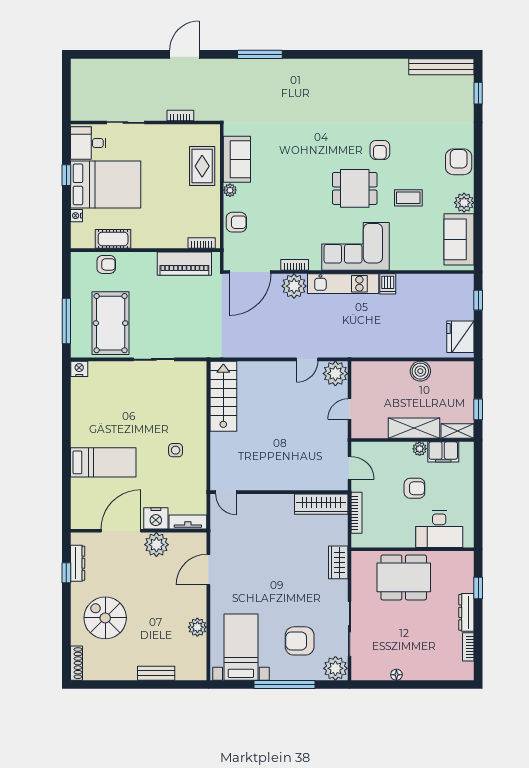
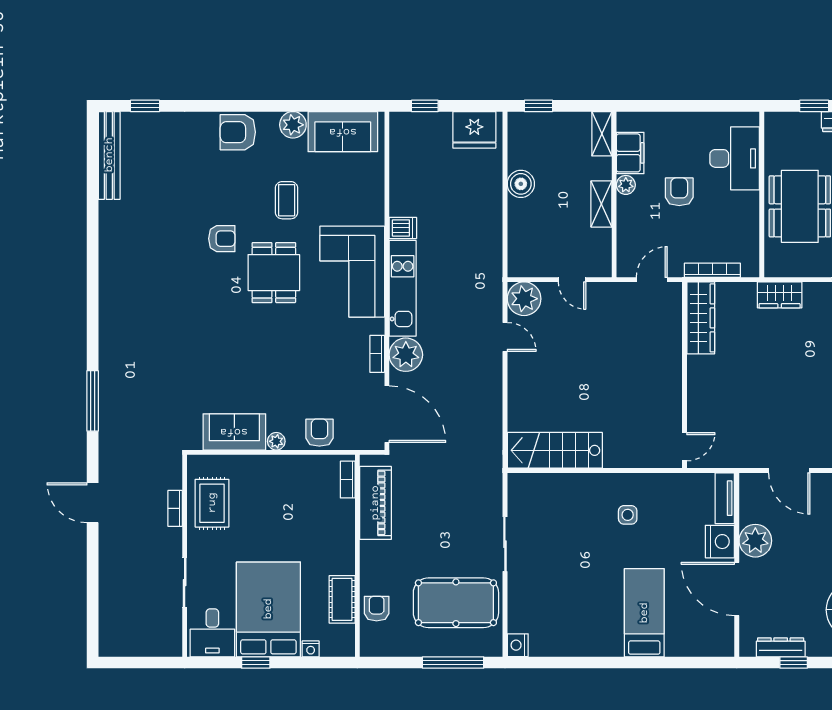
rug: (202, 166) -> (212, 503), moved, turned 90
window: (478, 409) -> (539, 106), moved
shelving: (414, 428) -> (601, 204), width x0.67, depth x0.75

